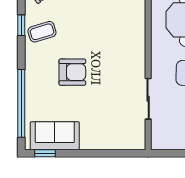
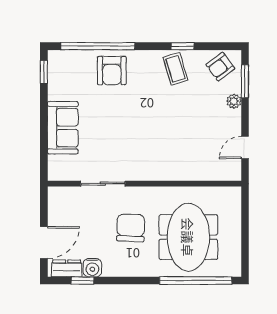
armchair: (72, 72) -> (112, 71), moved
sofa: (55, 136) -> (63, 128), moved

